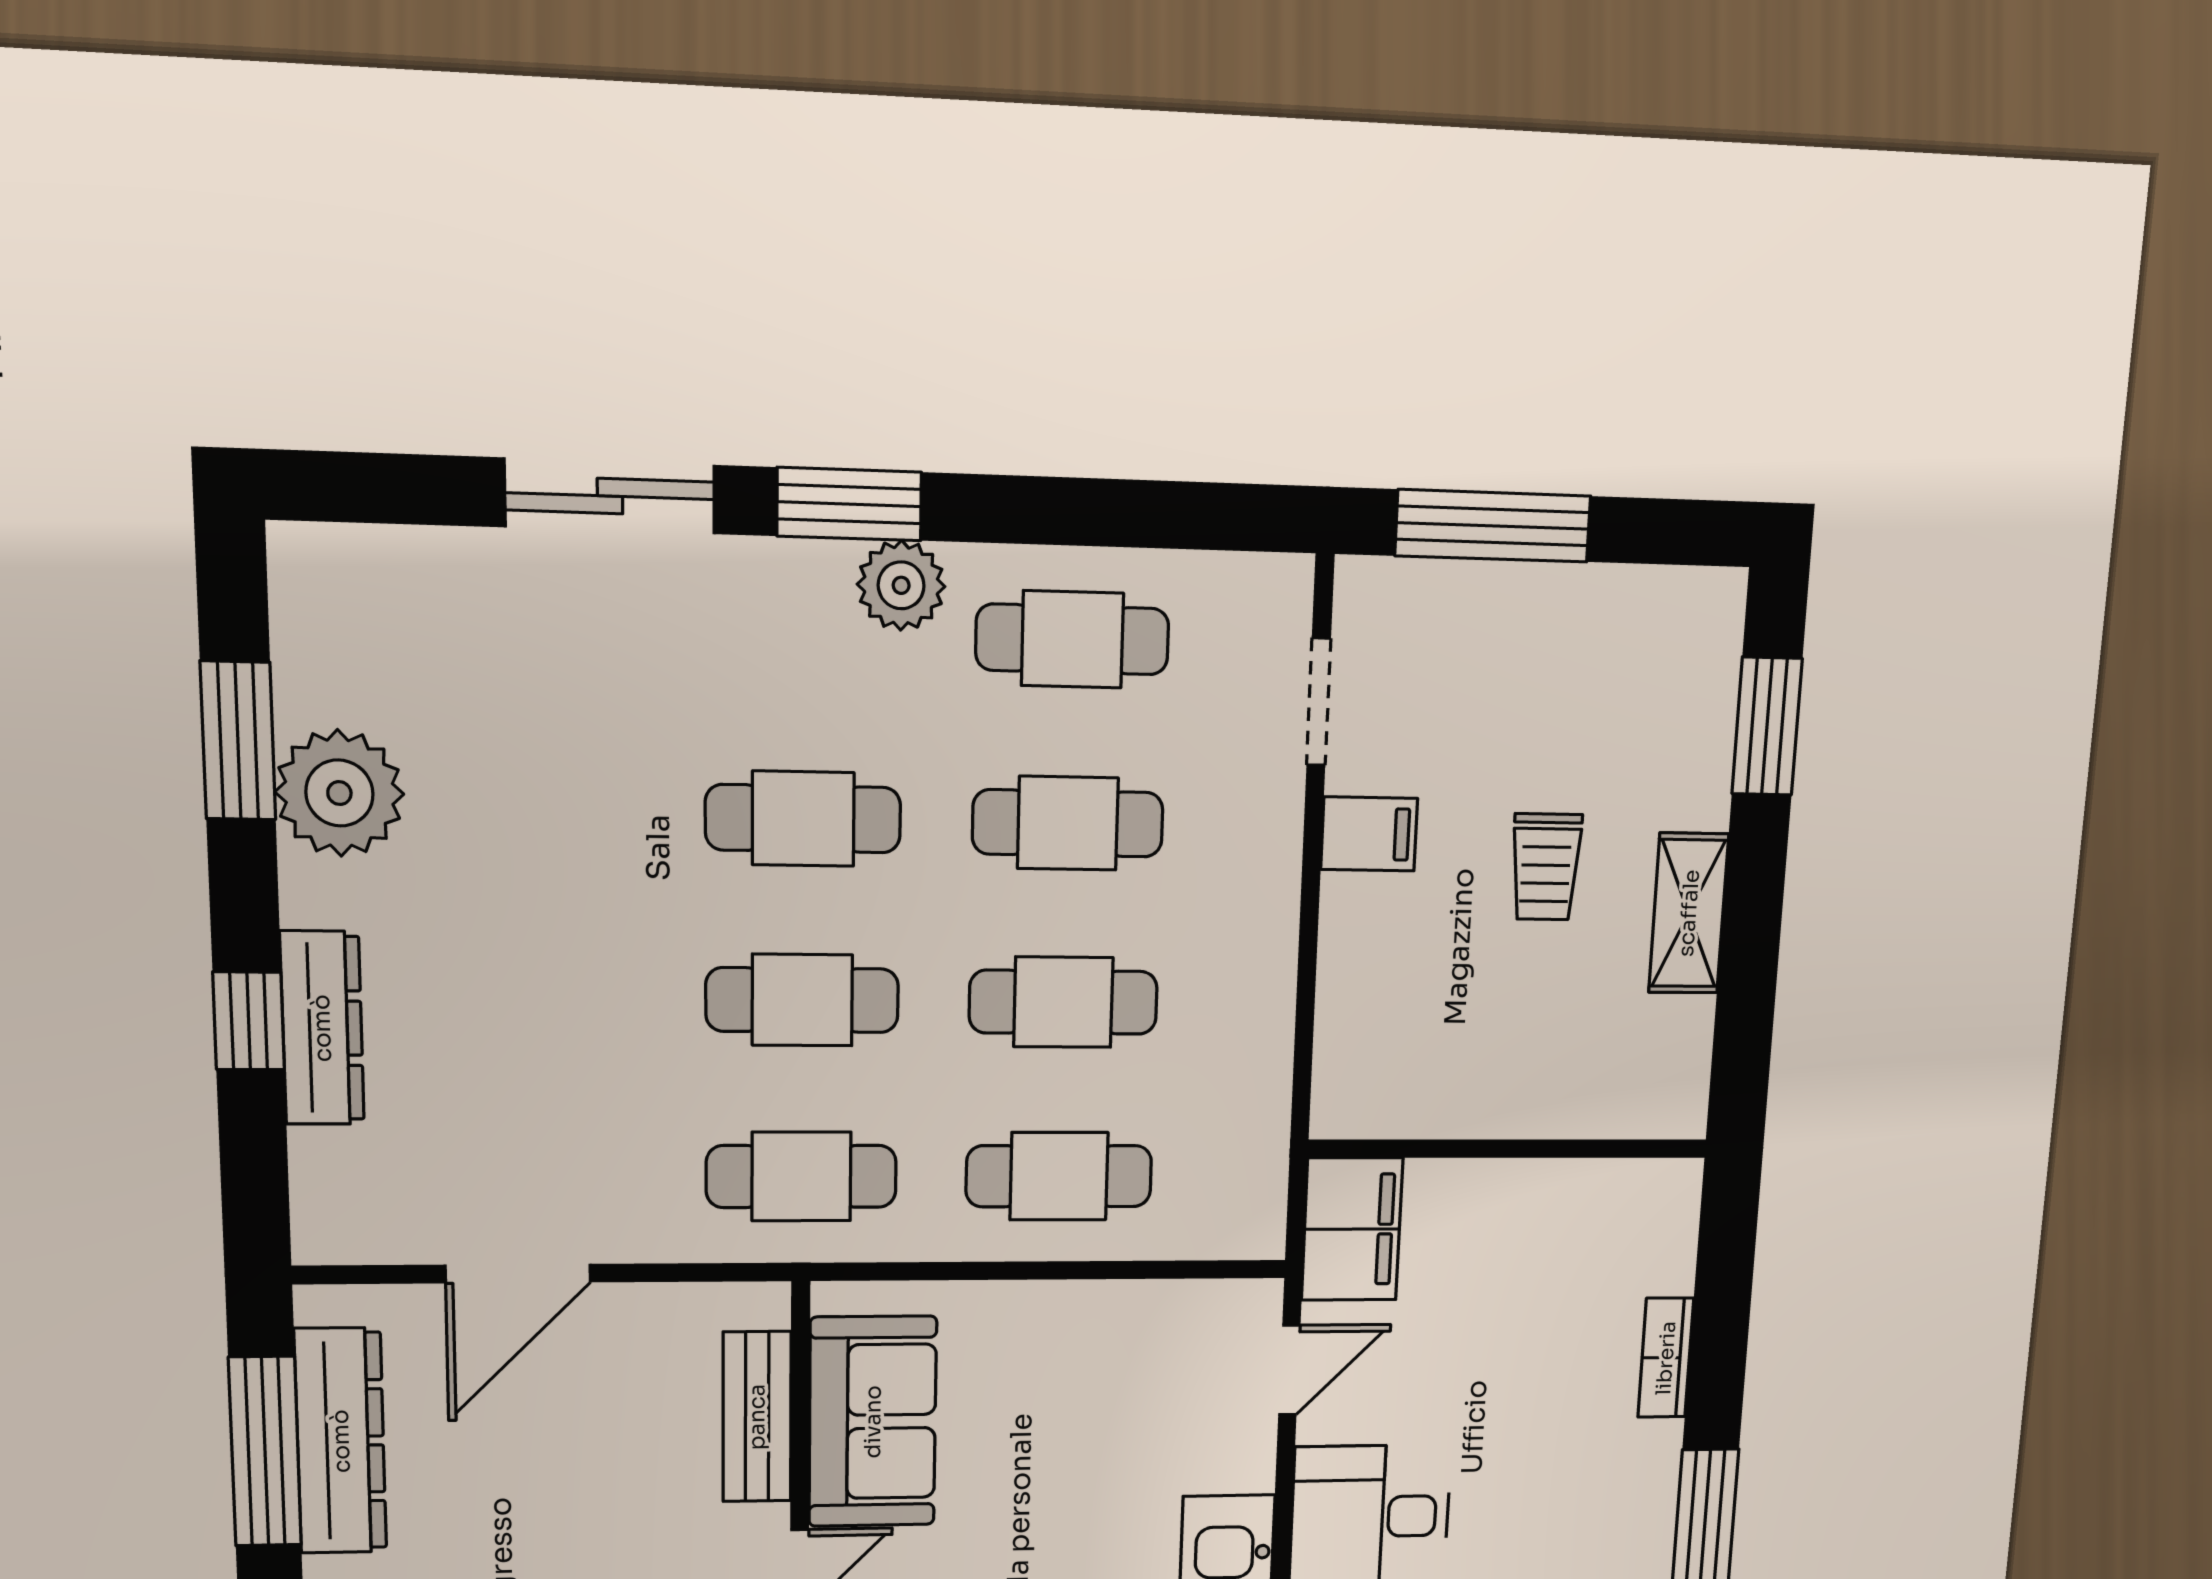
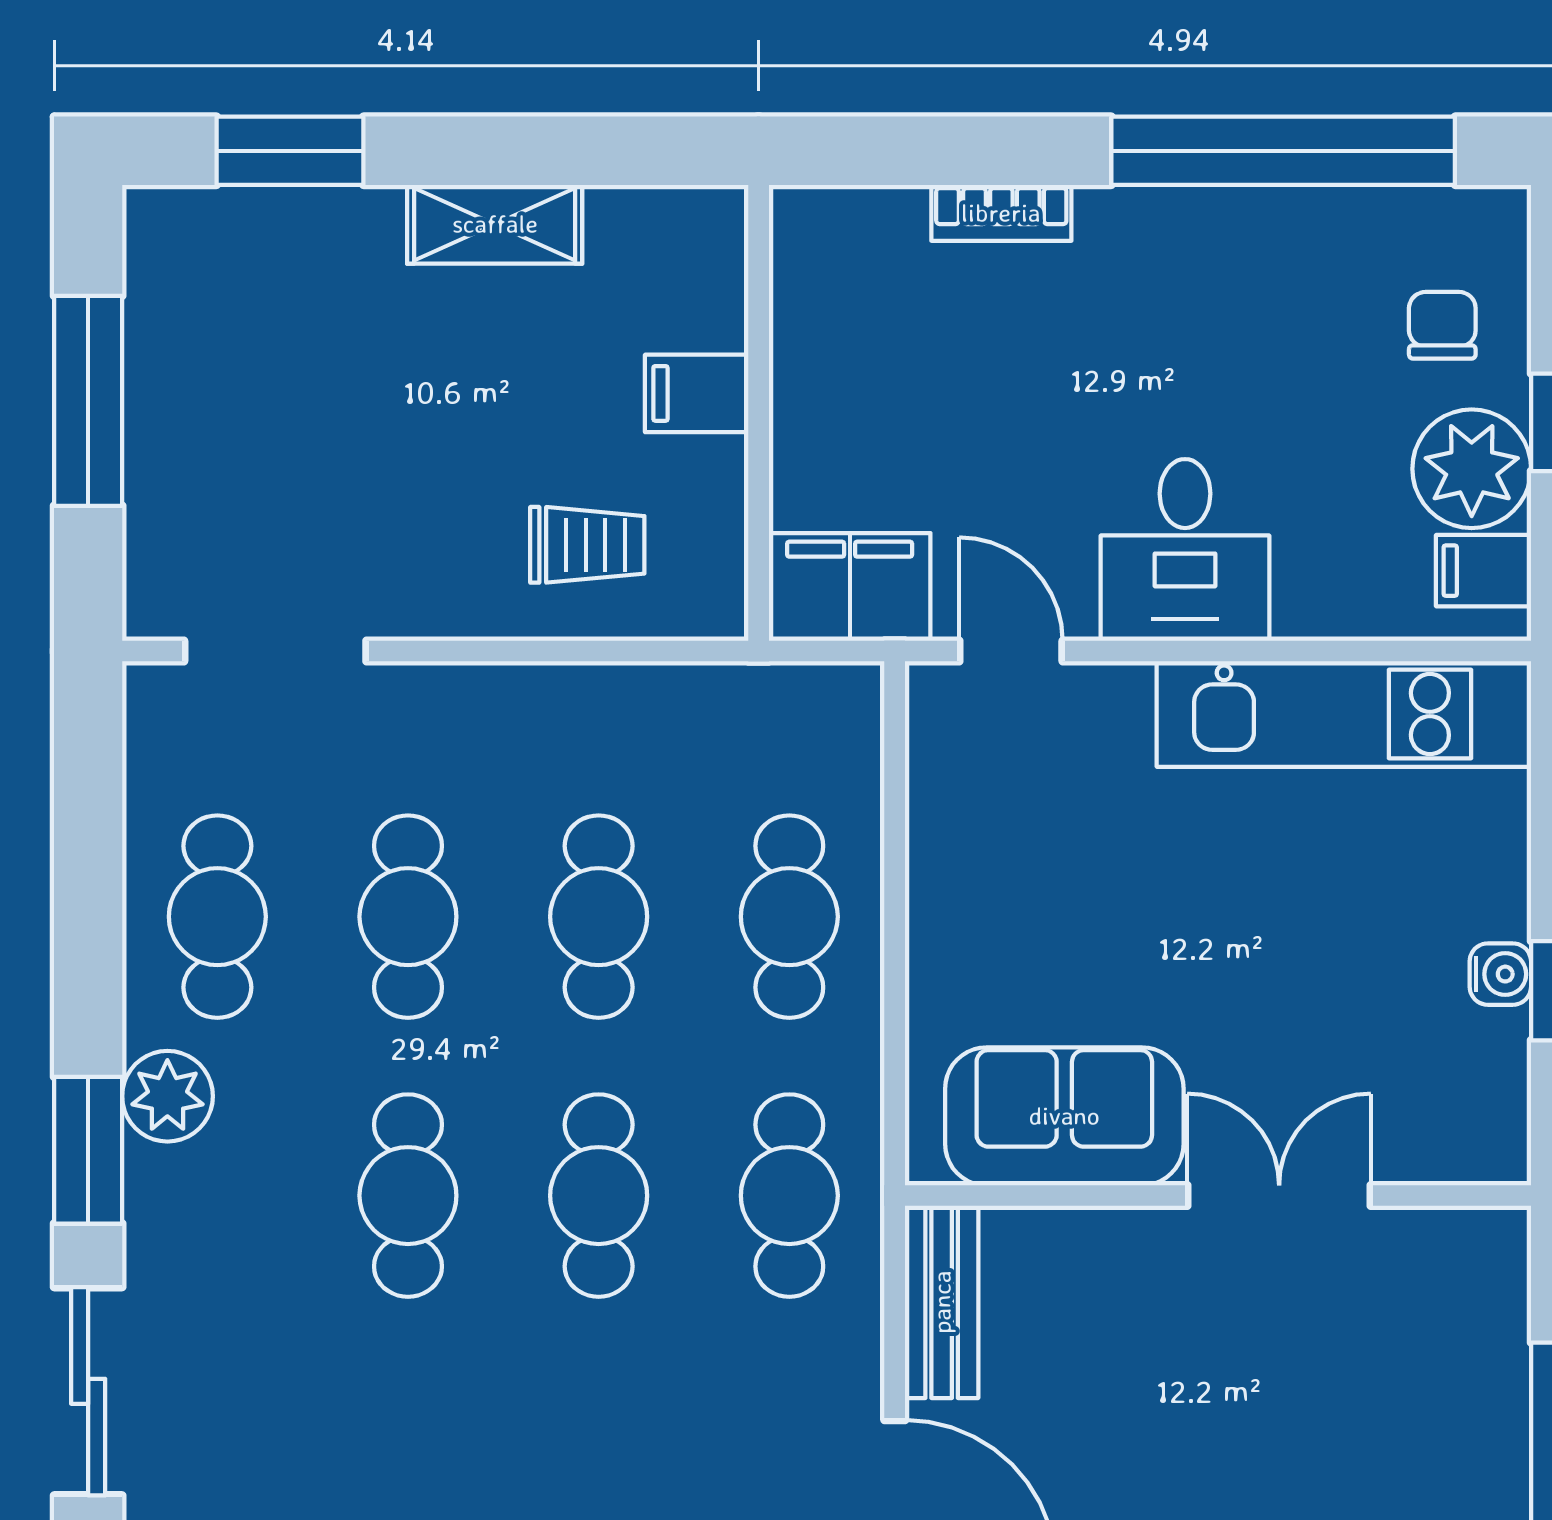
window: (1493, 526) -> (88, 401), moved
doorway: (1319, 702) -> (275, 651), width x1.38
filing cabinet: (1369, 834) -> (697, 393), moved, turned -90
trolley: (1546, 867) -> (587, 545), moved
bench: (757, 1417) -> (942, 1302), moved, turned 90

